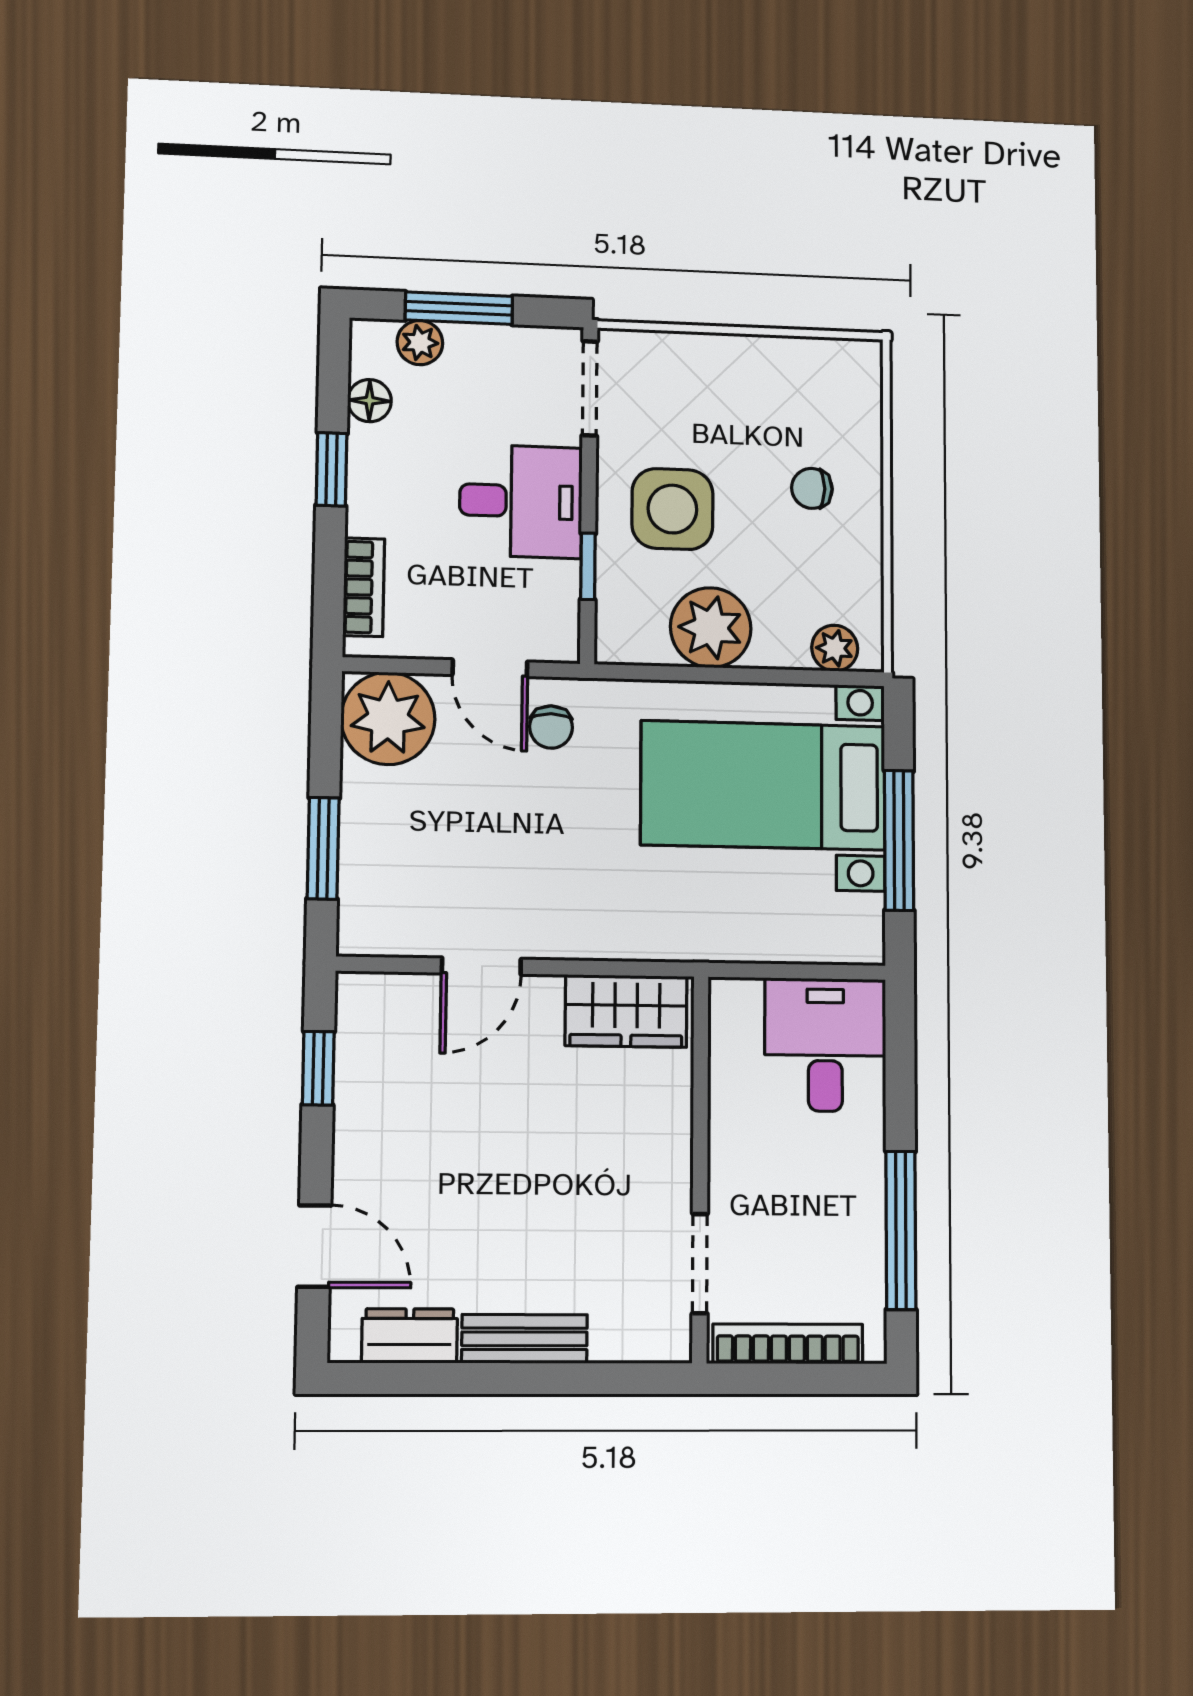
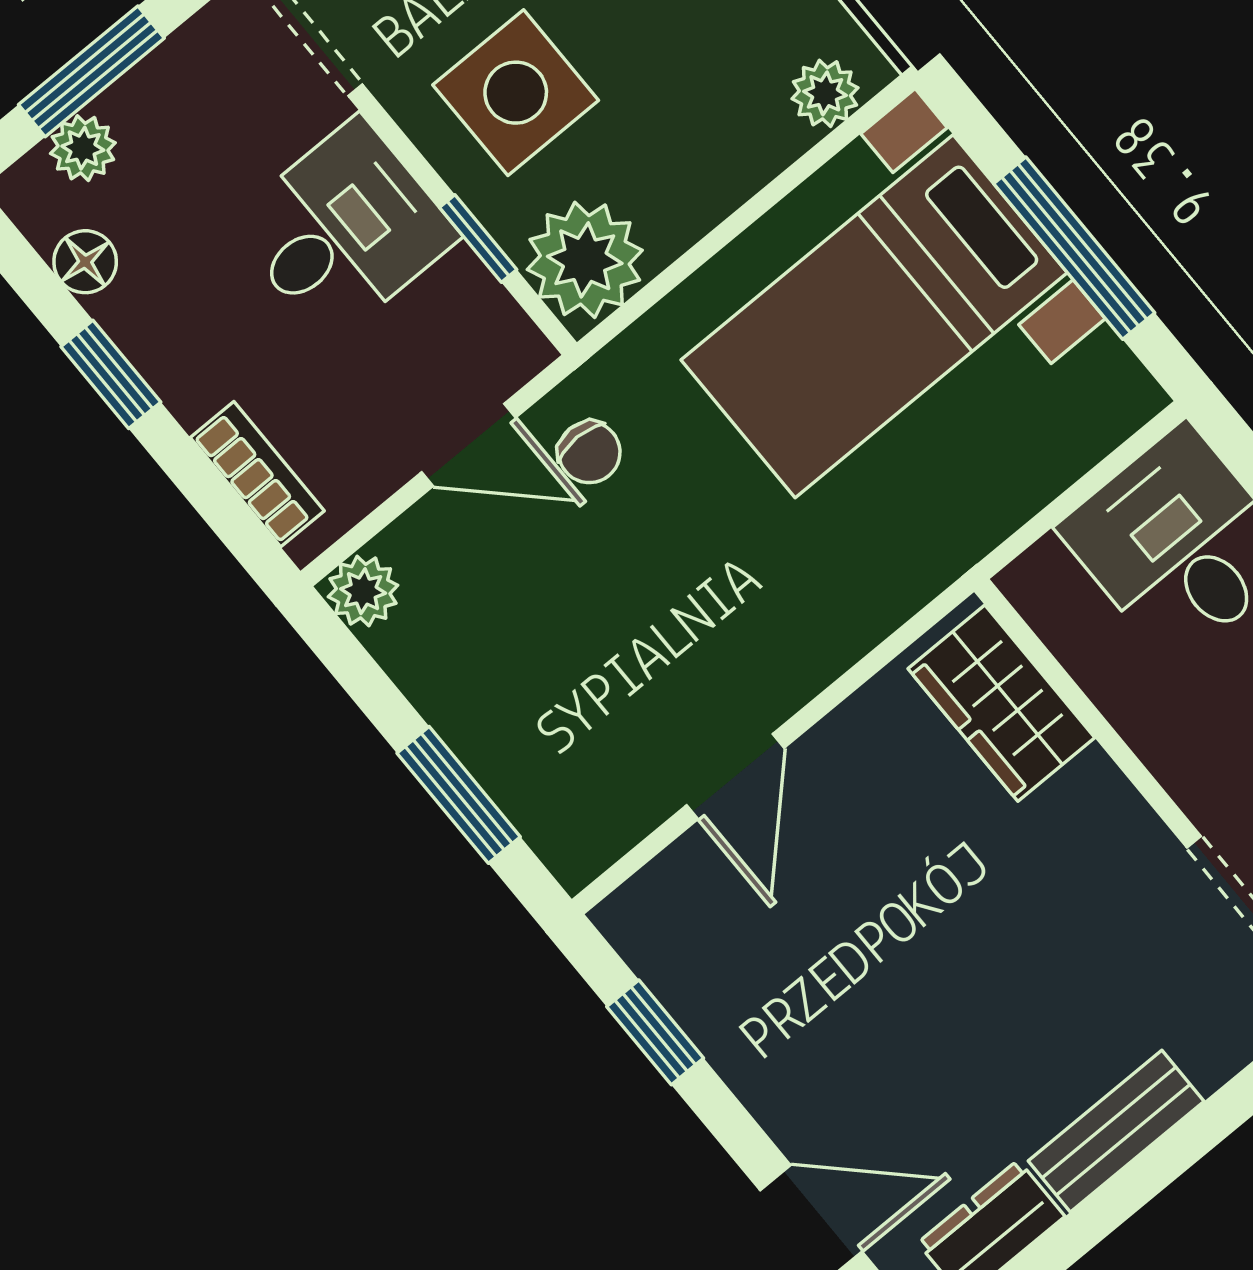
plant: (711, 628) -> (585, 260), moved
plant: (388, 718) -> (363, 591), width x0.53, depth x0.53
wardrobe: (626, 1011) -> (1001, 703), moved, turned 90

